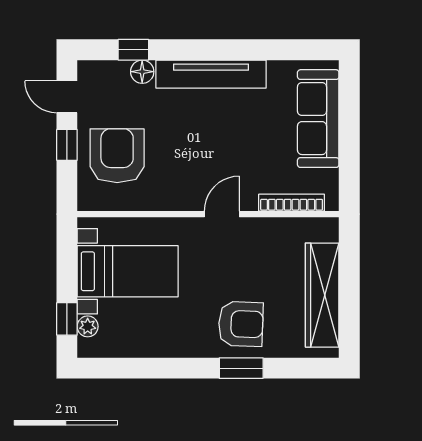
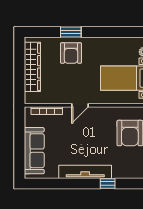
window: (133, 50) -> (108, 183), moved
floor lamp: (142, 72) -> (118, 173), removed
armchair: (241, 324) -> (71, 53), turned -92

